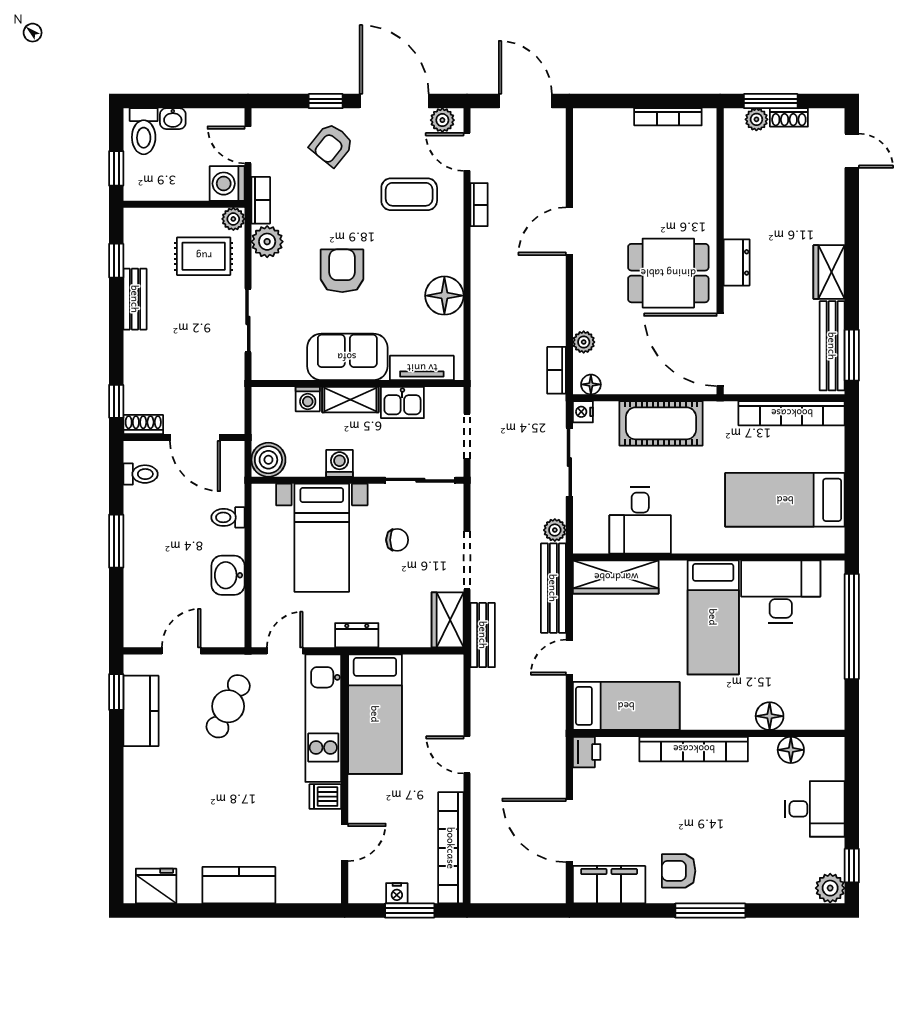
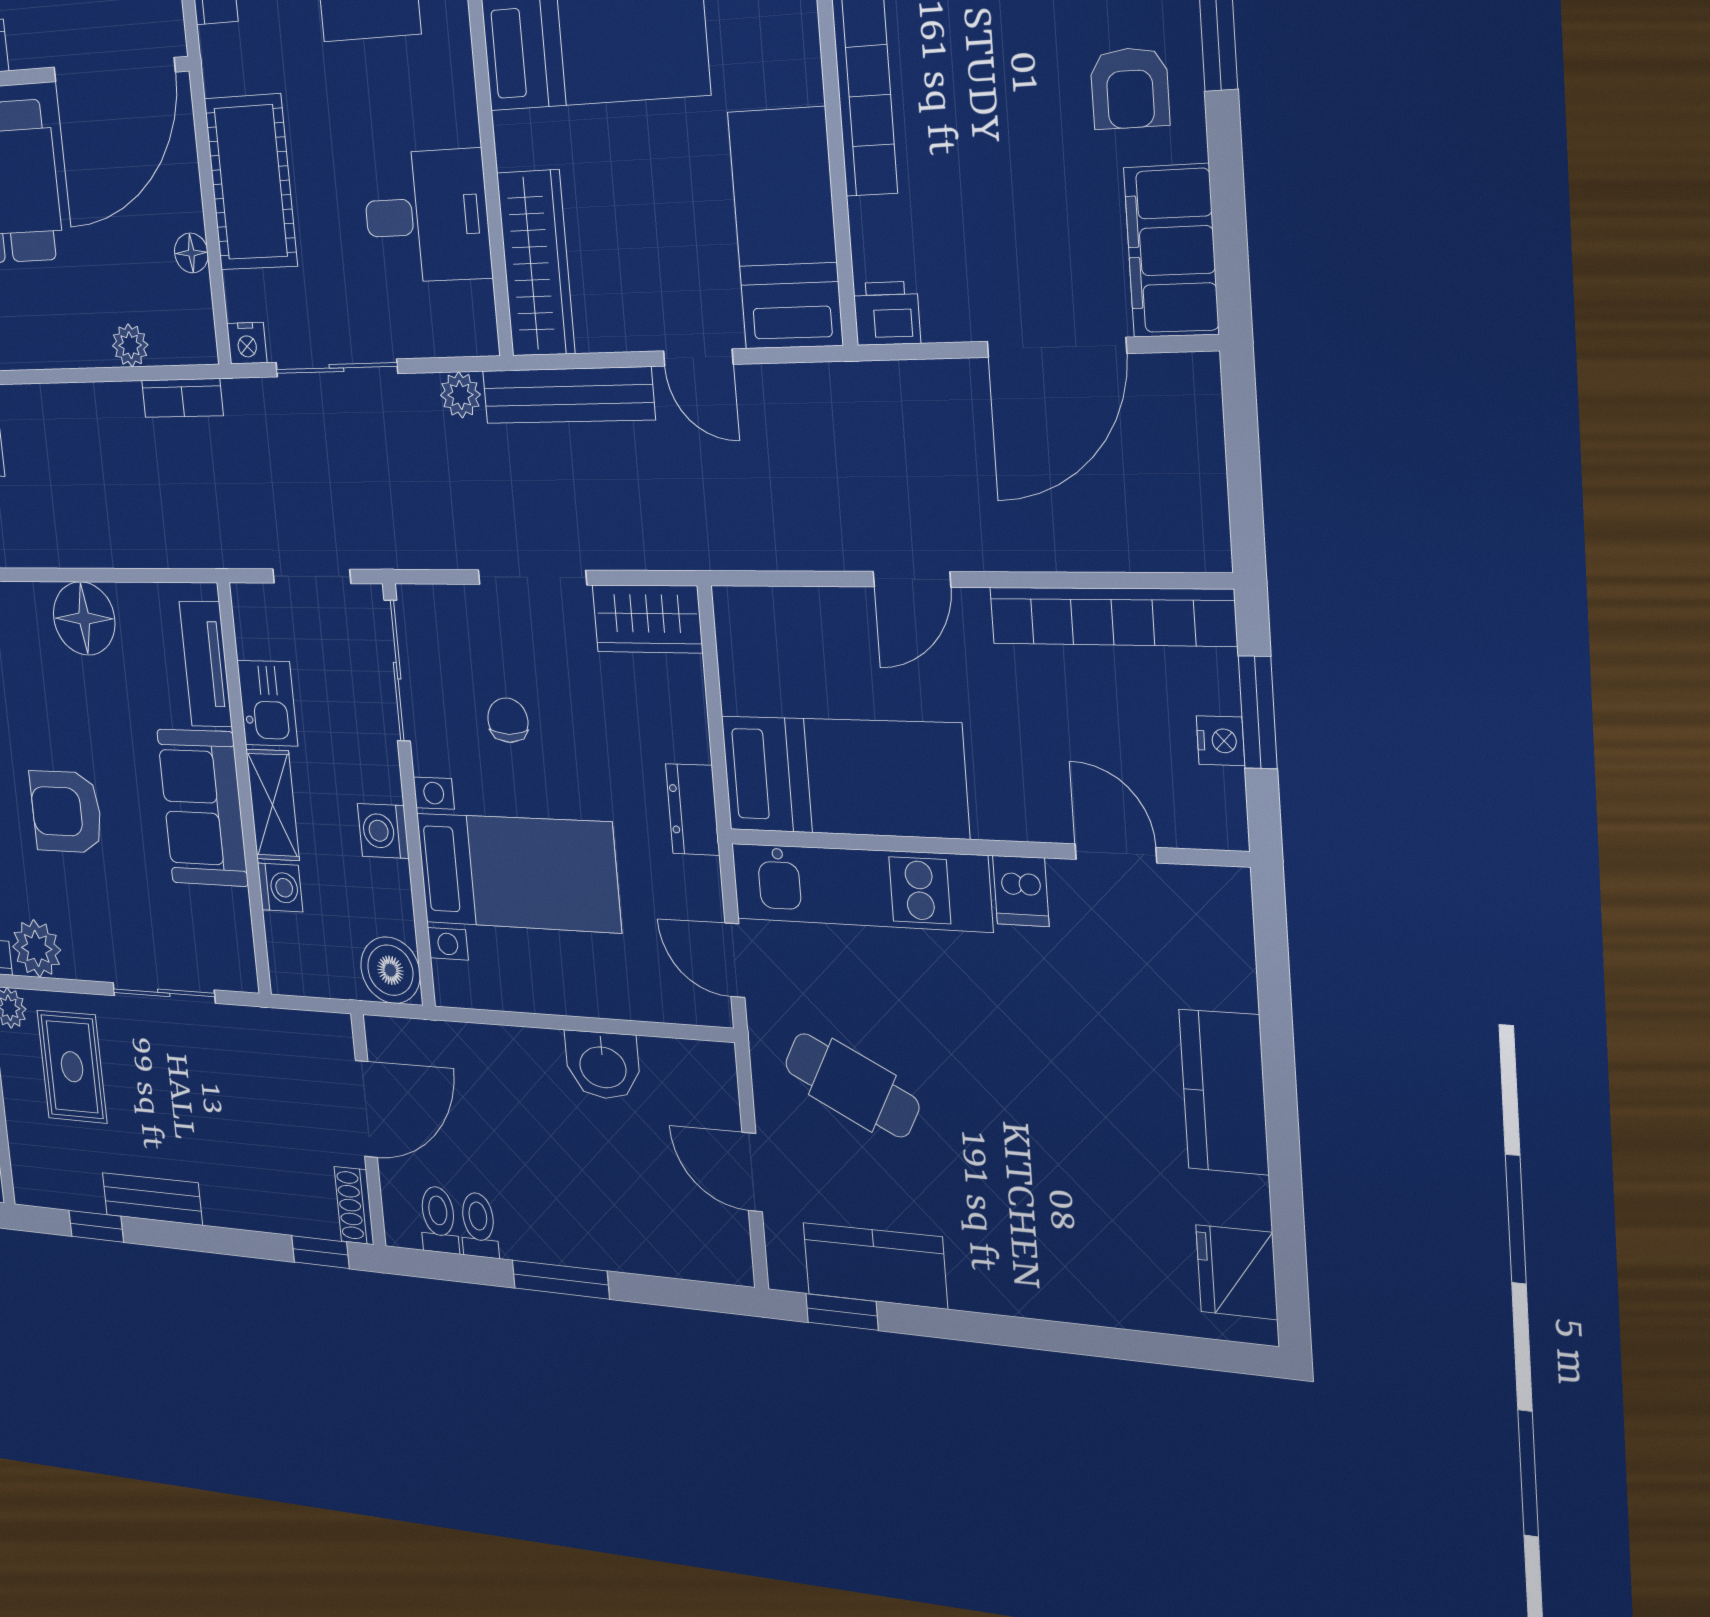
floor lamp: (591, 384) -> (191, 253), moved
toilet: (228, 517) -> (479, 1225), moved, turned 180
bench: (483, 635) -> (670, 545), removed

